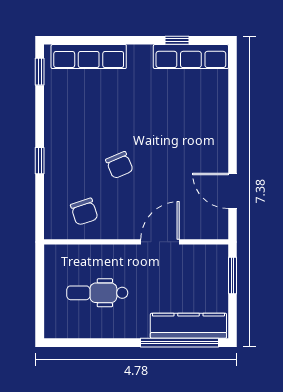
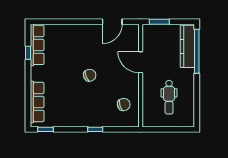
chair: (119, 165) -> (90, 75), moved

